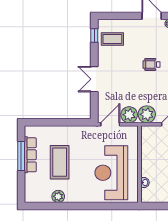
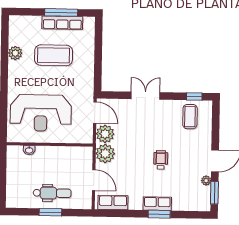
reception desk: (111, 173) -> (41, 113), turned 180

